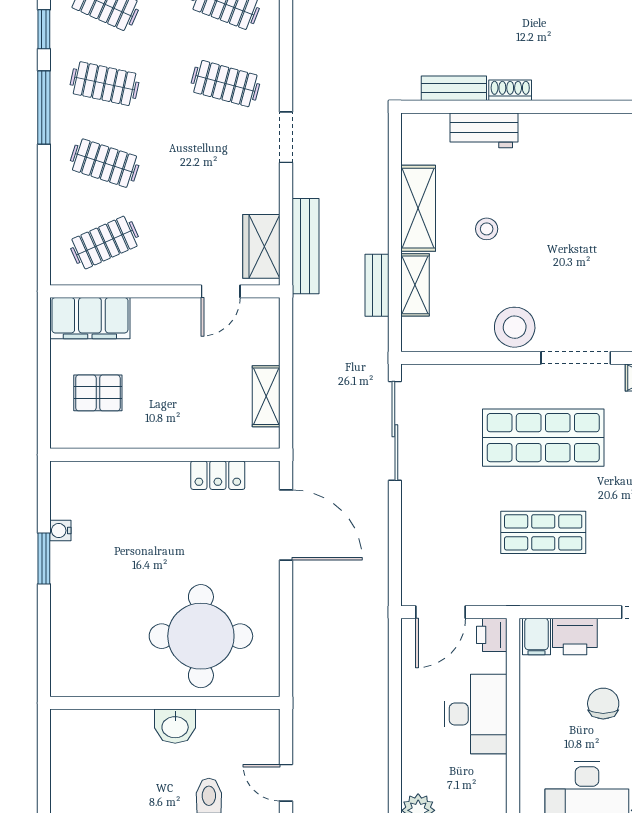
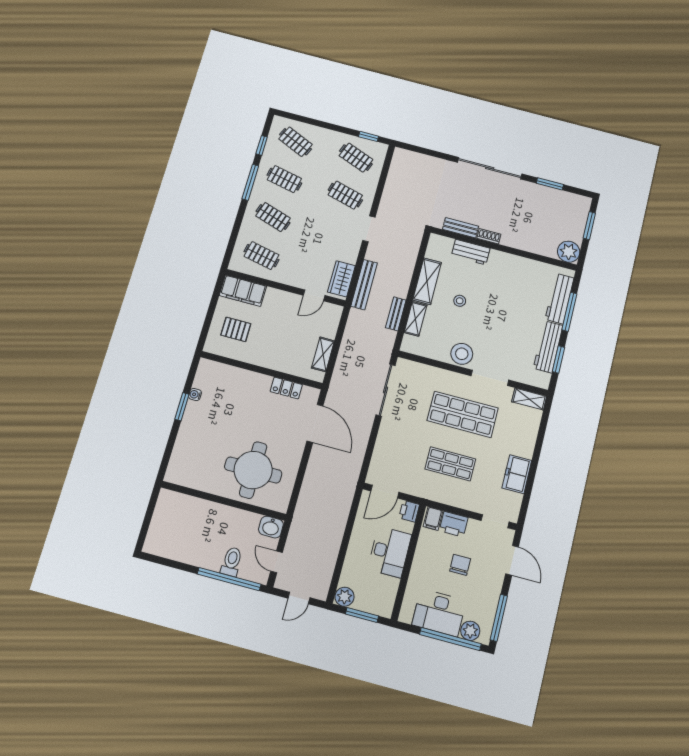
clothes rail: (105, 243) -> (261, 256), turned 36
washbasin: (175, 726) -> (271, 527), moved

